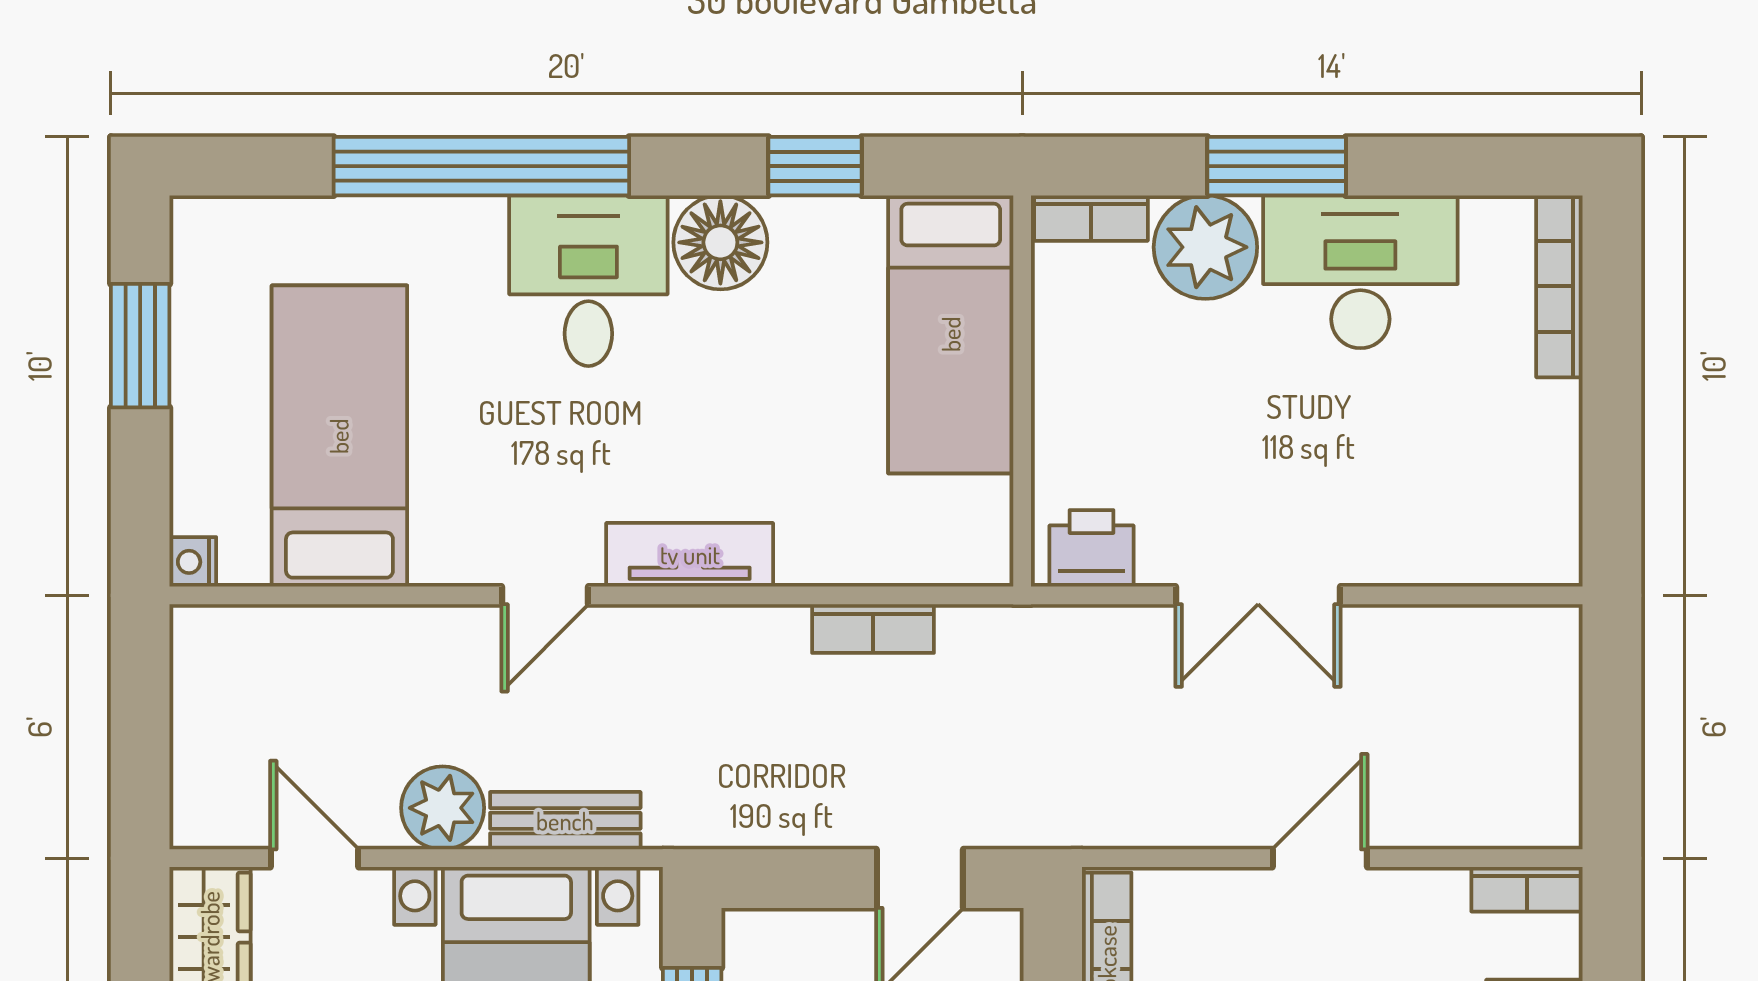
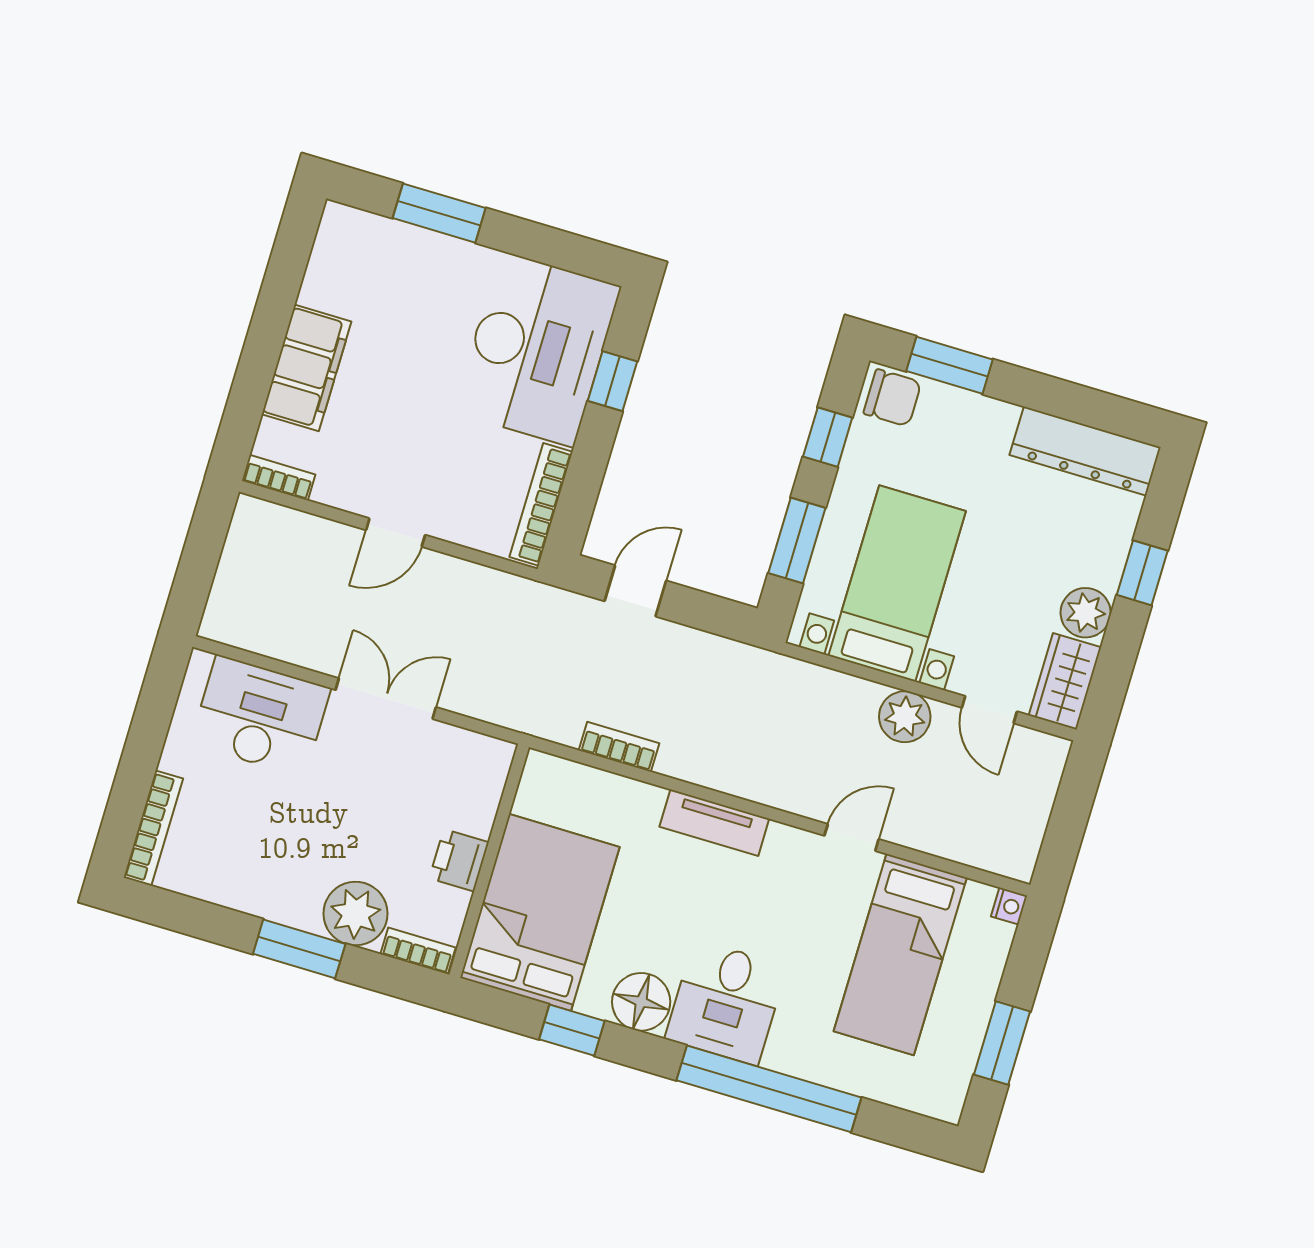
desk: (1360, 272) -> (261, 716), moved, turned 180
bed: (951, 334) -> (540, 912), width x1.50
printer: (1092, 548) -> (459, 860), moved, turned 90
door: (545, 595) -> (852, 837), moved
bench: (565, 821) -> (835, 688), removed

